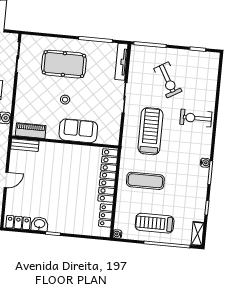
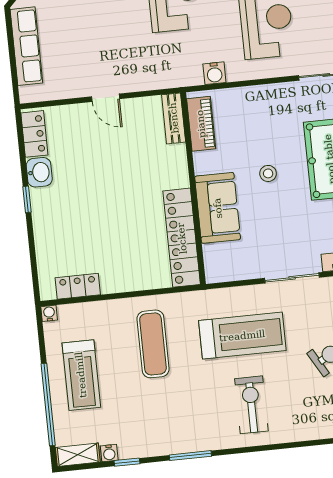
exercise bike: (196, 118) -> (251, 405), moved
water cooler: (205, 163) -> (109, 453), moved
locker: (108, 176) -> (182, 238), moved, turned -90
treadmill: (155, 223) -> (81, 375), turned 180

